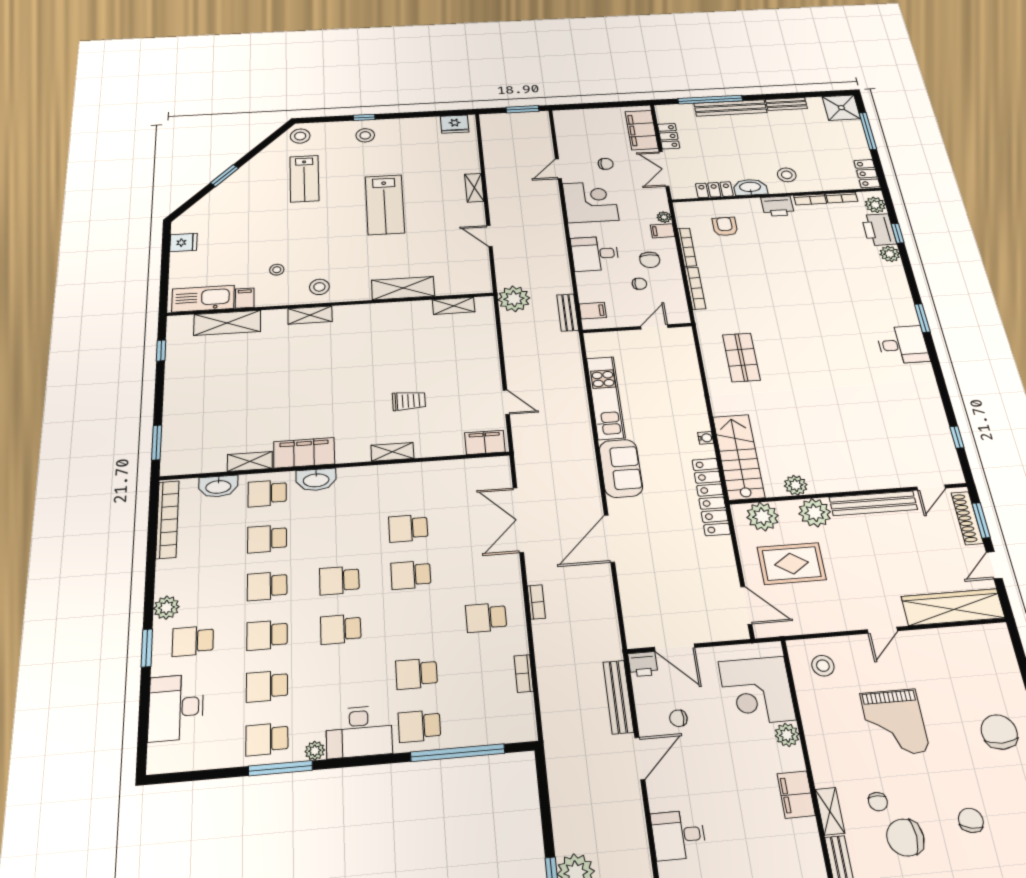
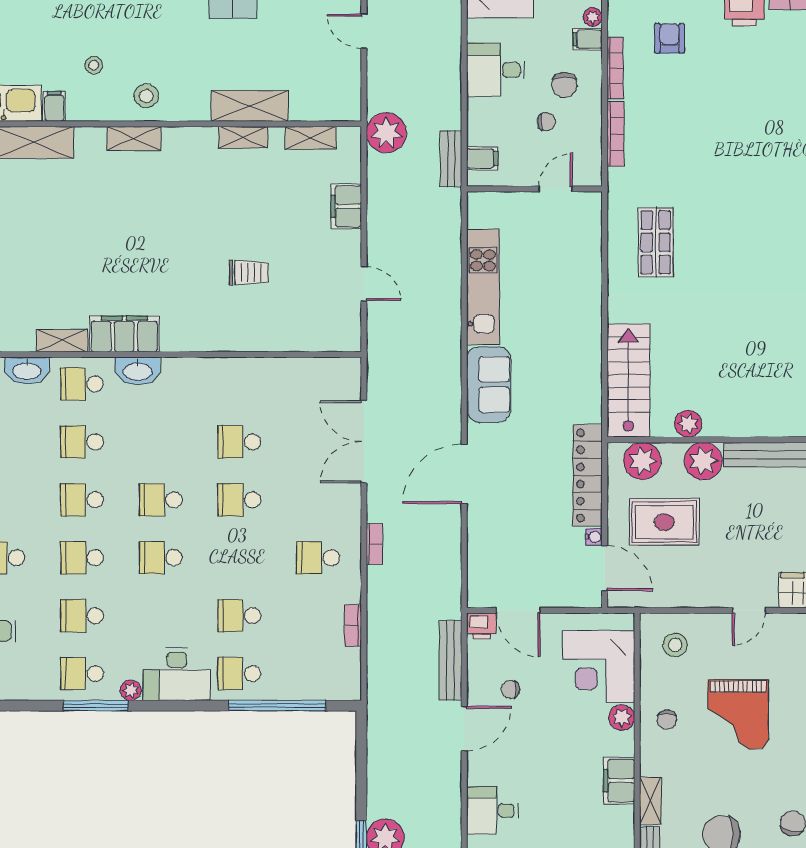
water cooler: (706, 438) -> (594, 537), moved
filing cabinet: (485, 442) -> (346, 206), moved, turned -90
shelving: (392, 452) -> (243, 137), moved
locker: (711, 497) -> (588, 475), moved
chair: (878, 802) -> (667, 720), moved

